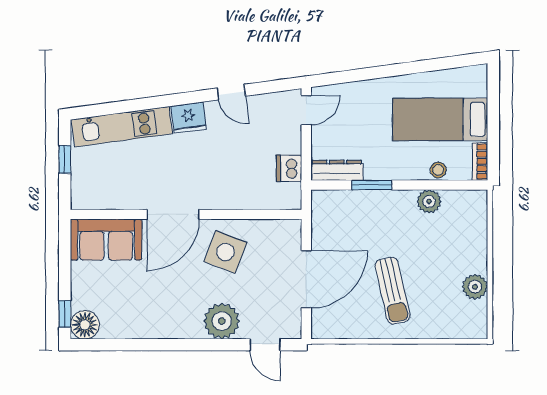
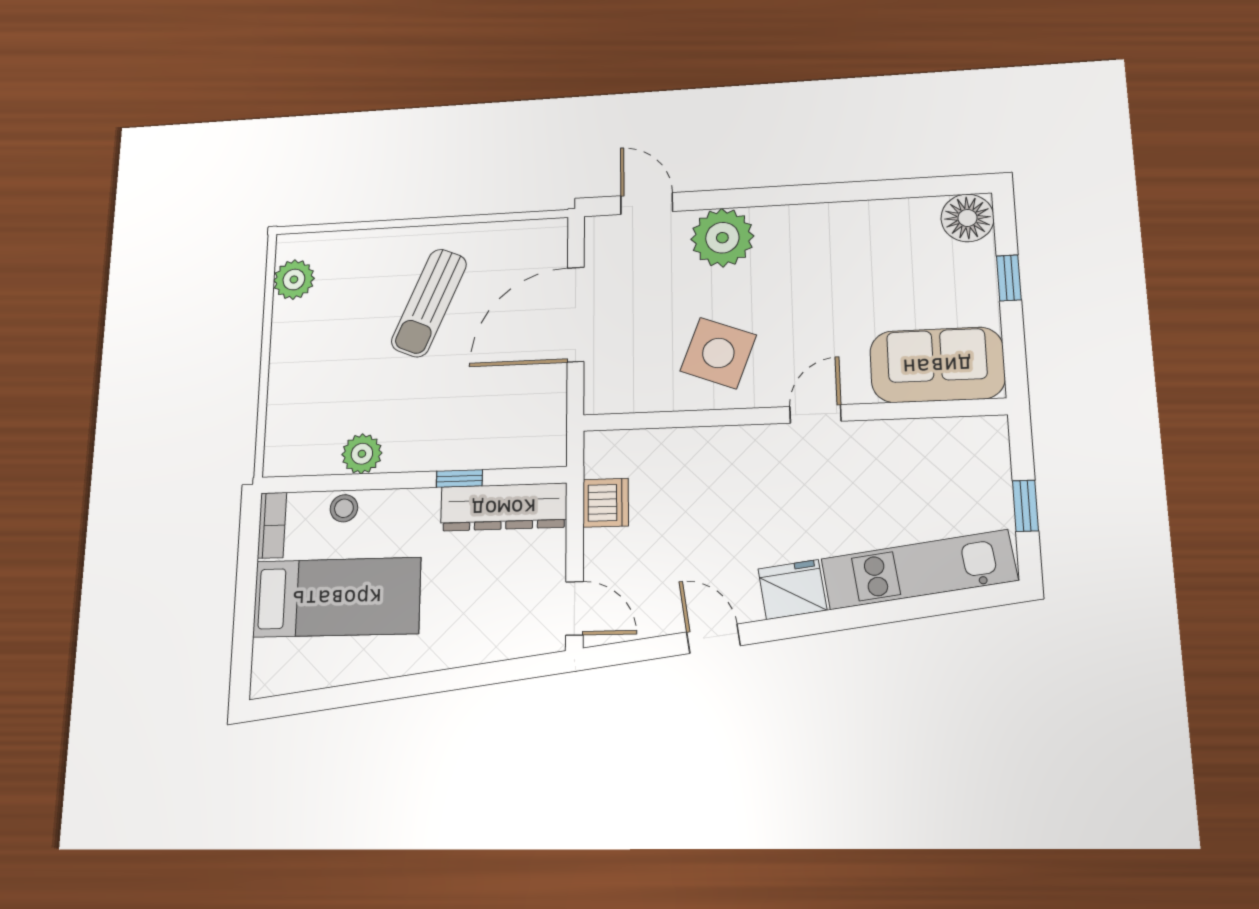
door: (306, 110) -> (574, 608), swing flipped
dresser: (337, 170) -> (504, 507), width x1.37, depth x1.24
window: (372, 185) -> (459, 478), width x0.67
door: (173, 214) -> (815, 414), width x0.53
plant: (475, 287) -> (294, 280), moved
sun lounger: (393, 291) -> (429, 303), turned -144
window: (65, 314) -> (1009, 278), moved

